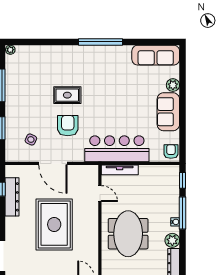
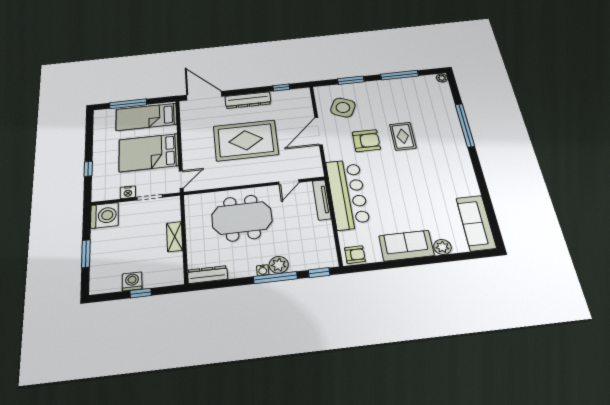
window: (100, 42) -> (465, 125), moved
side table: (31, 140) -> (343, 107), width x1.87, depth x1.87
dresser: (12, 197) -> (248, 100), moved
plant: (172, 240) -> (279, 265), moved

